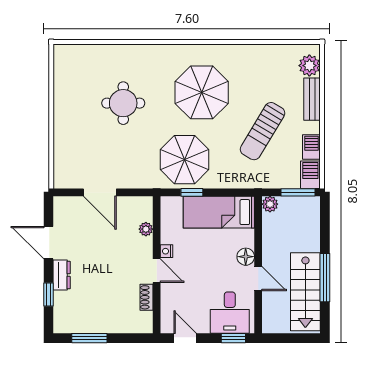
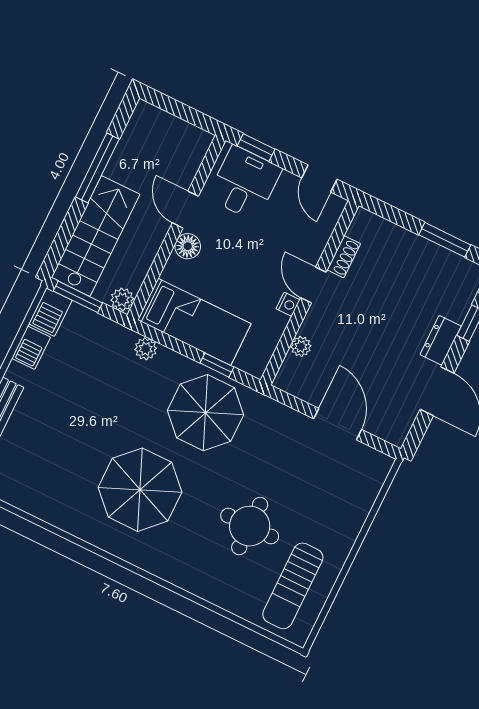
sun lounger: (263, 131) -> (293, 586), moved, turned 149
plant: (241, 181) -> (146, 349), added
stairs: (305, 292) -> (96, 236), moved

